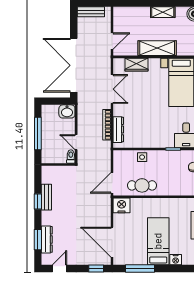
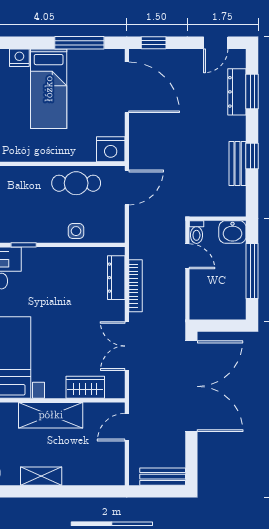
washbasin: (67, 111) -> (232, 232), moved, turned 180

